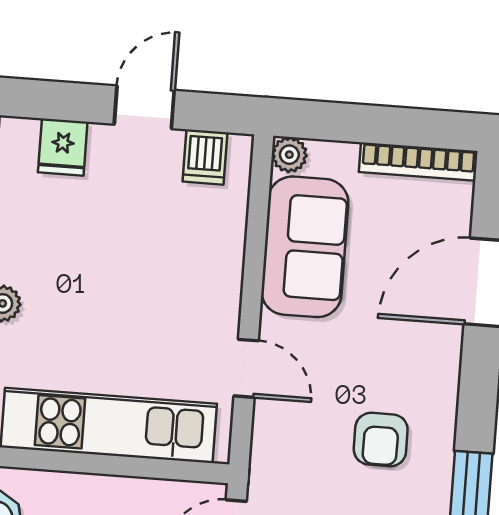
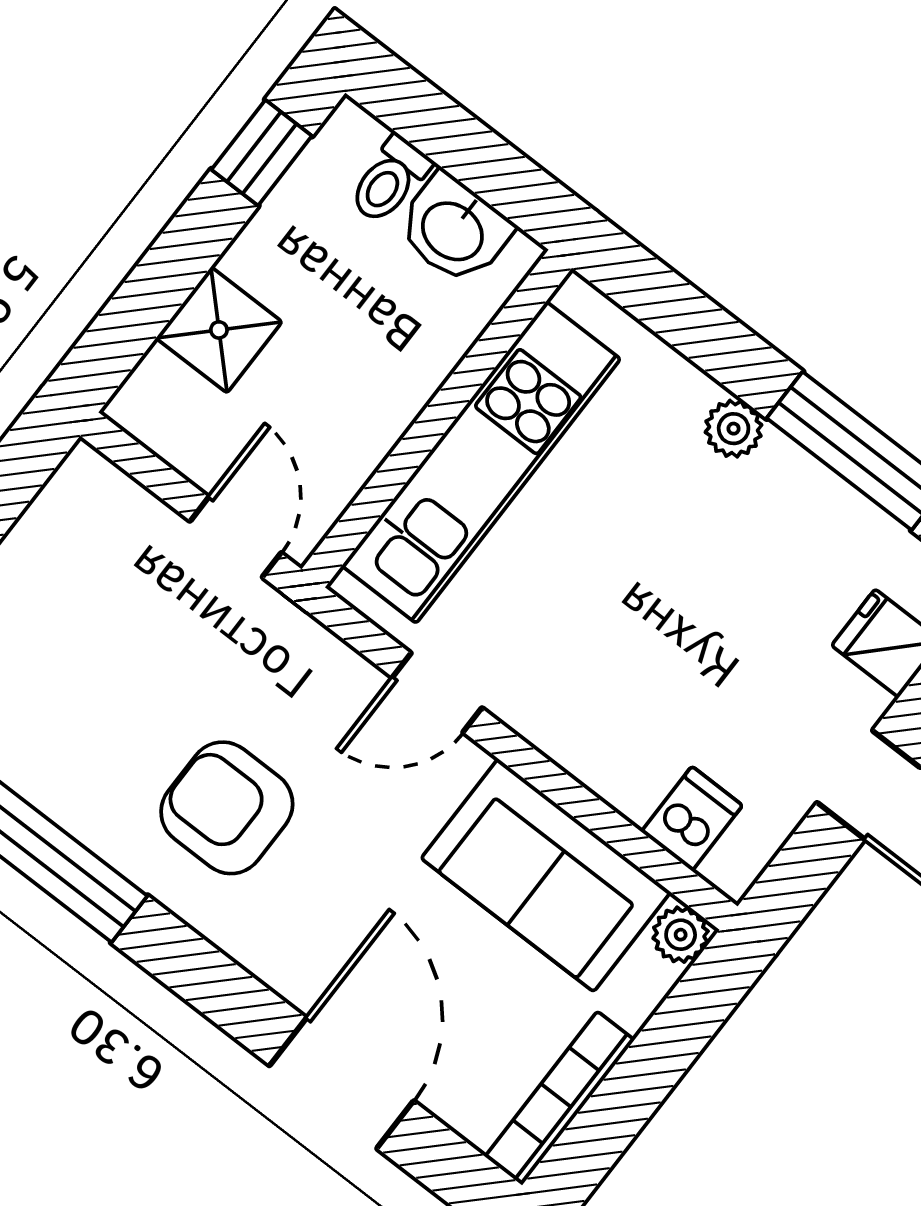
dishwasher: (205, 157) -> (692, 819), moved, turned 90
armchair: (381, 439) -> (227, 808), width x1.38, depth x1.38

